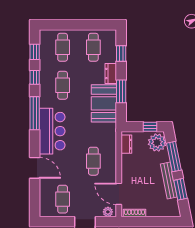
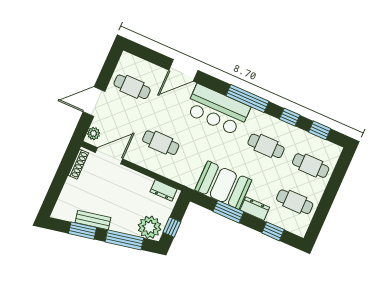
bench: (169, 180) -> (93, 220), width x0.73

